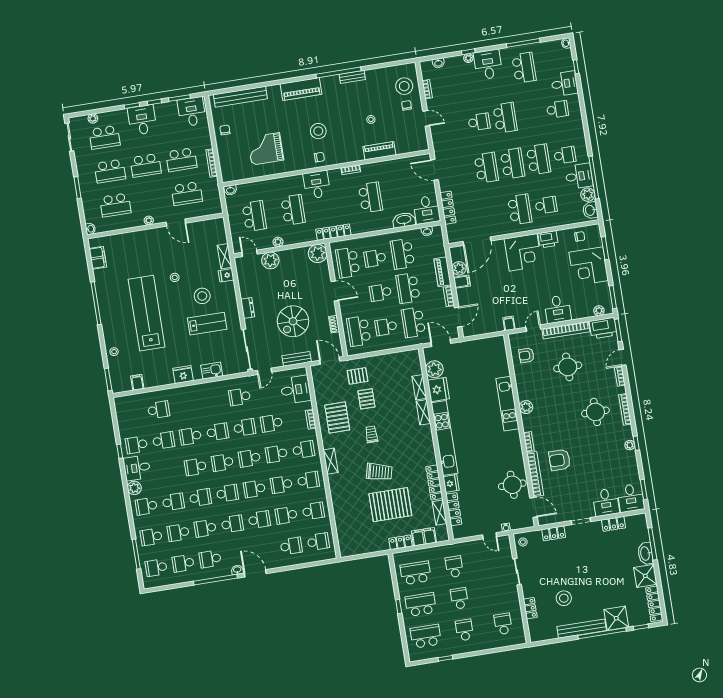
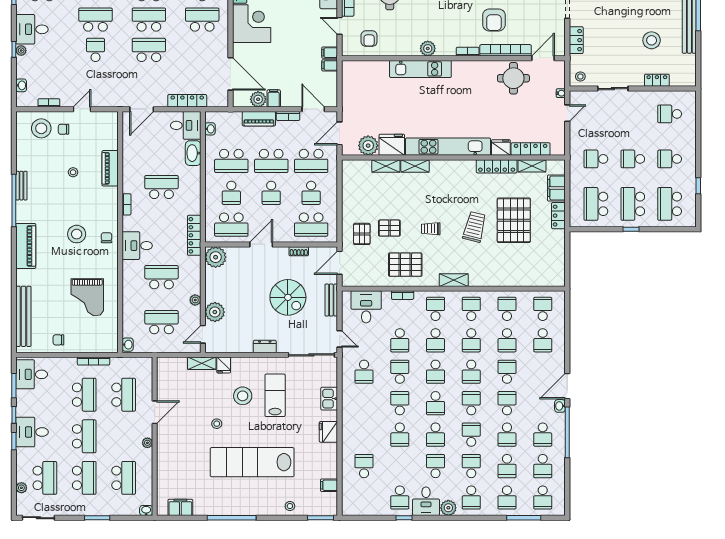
filing cabinet: (498, 325) -> (330, 65), added
school desk: (163, 440) -> (436, 466), moved
school desk: (291, 546) -> (543, 340), turned 180

